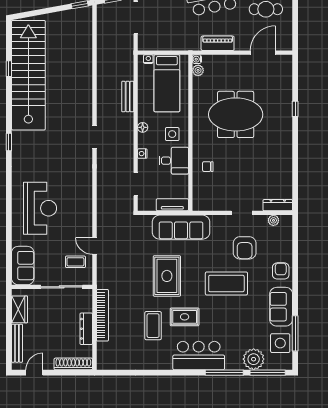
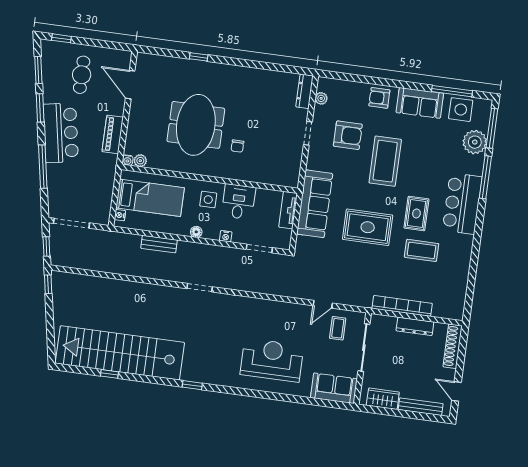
chair: (208, 167) -> (237, 146), moved

